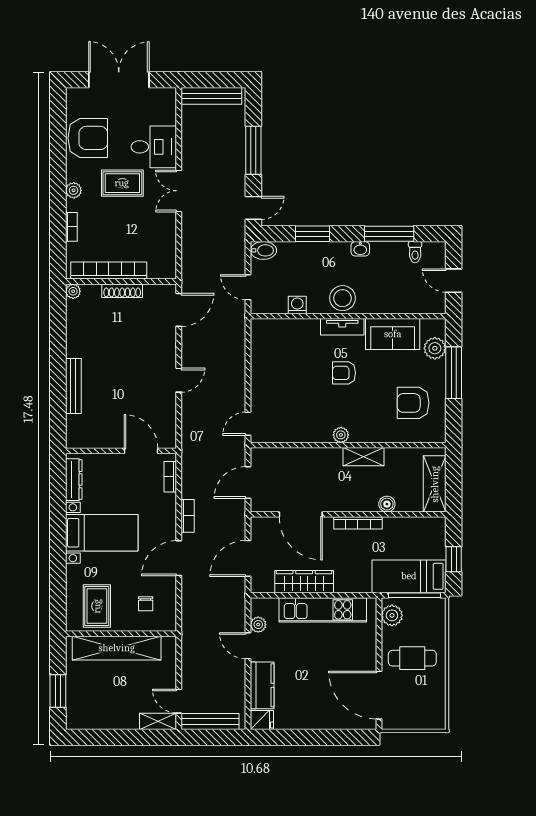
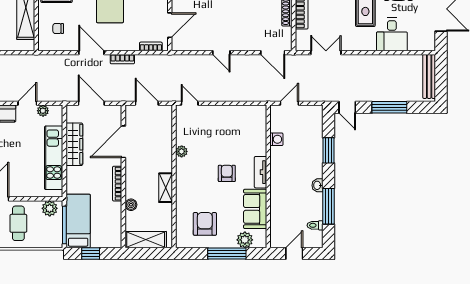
double door: (179, 191) -> (326, 53), moved
bidet: (263, 250) -> (316, 115), removed
stool: (343, 298) -> (281, 172), removed
plant: (341, 435) -> (182, 151), moved

